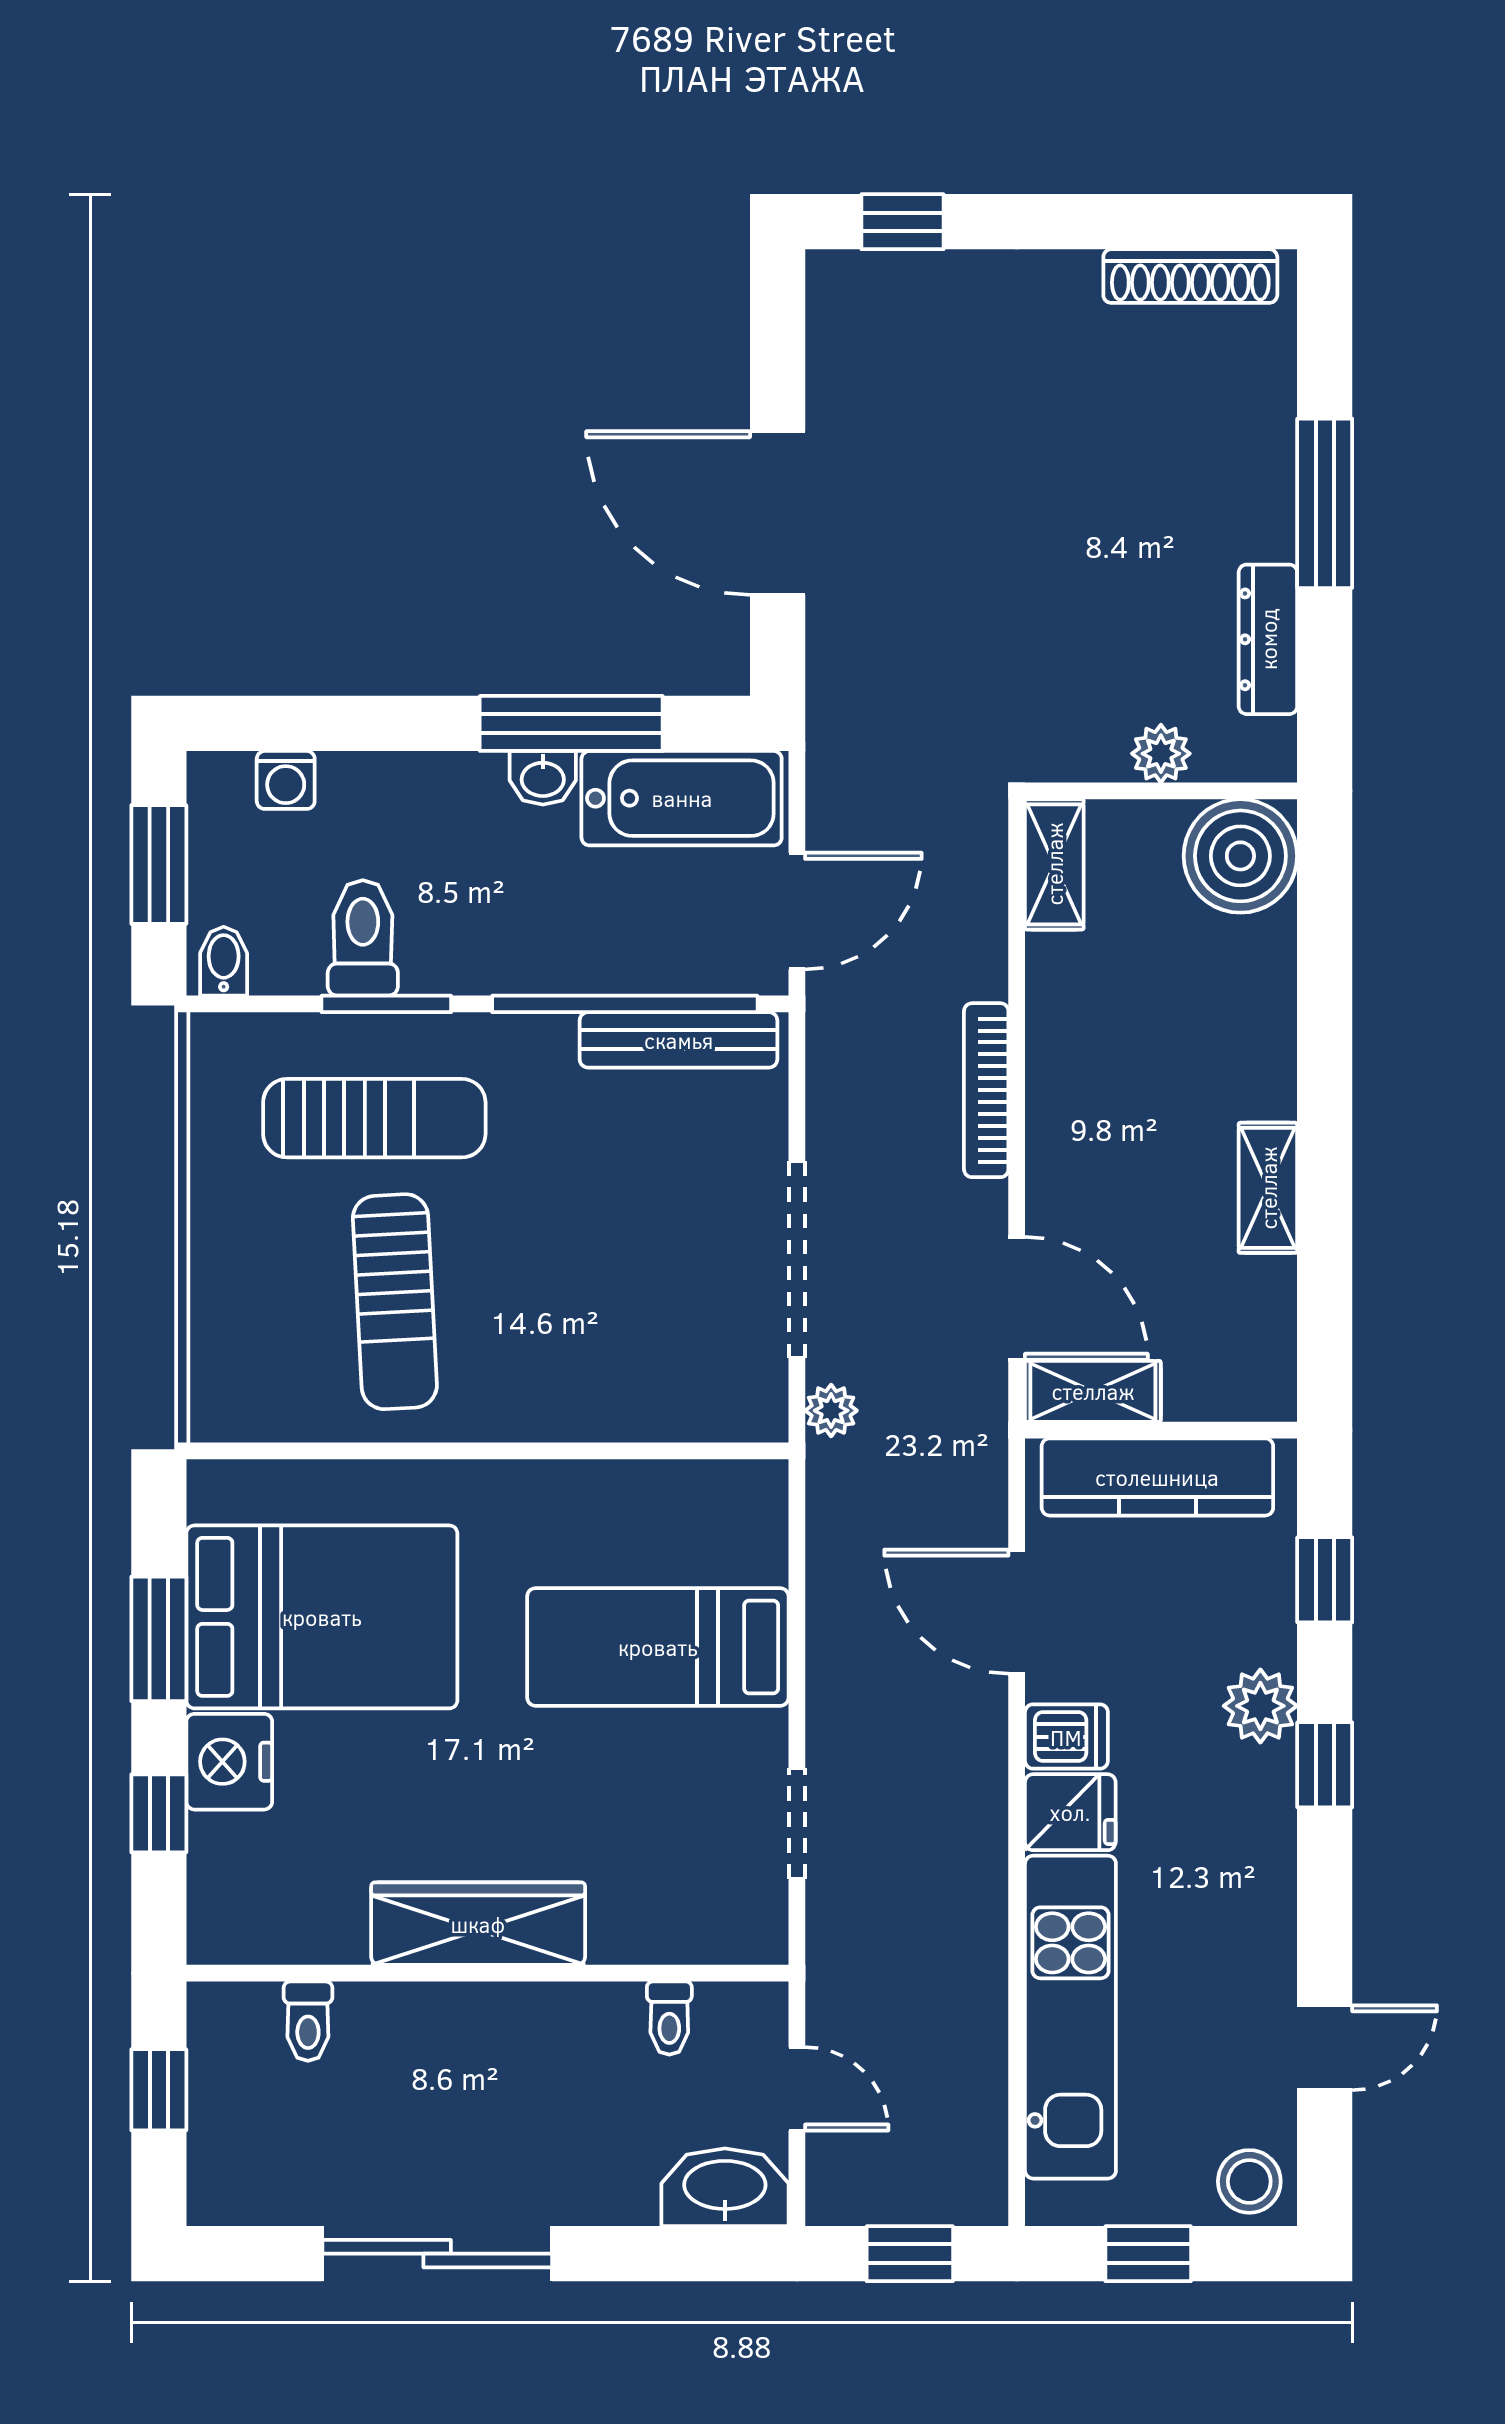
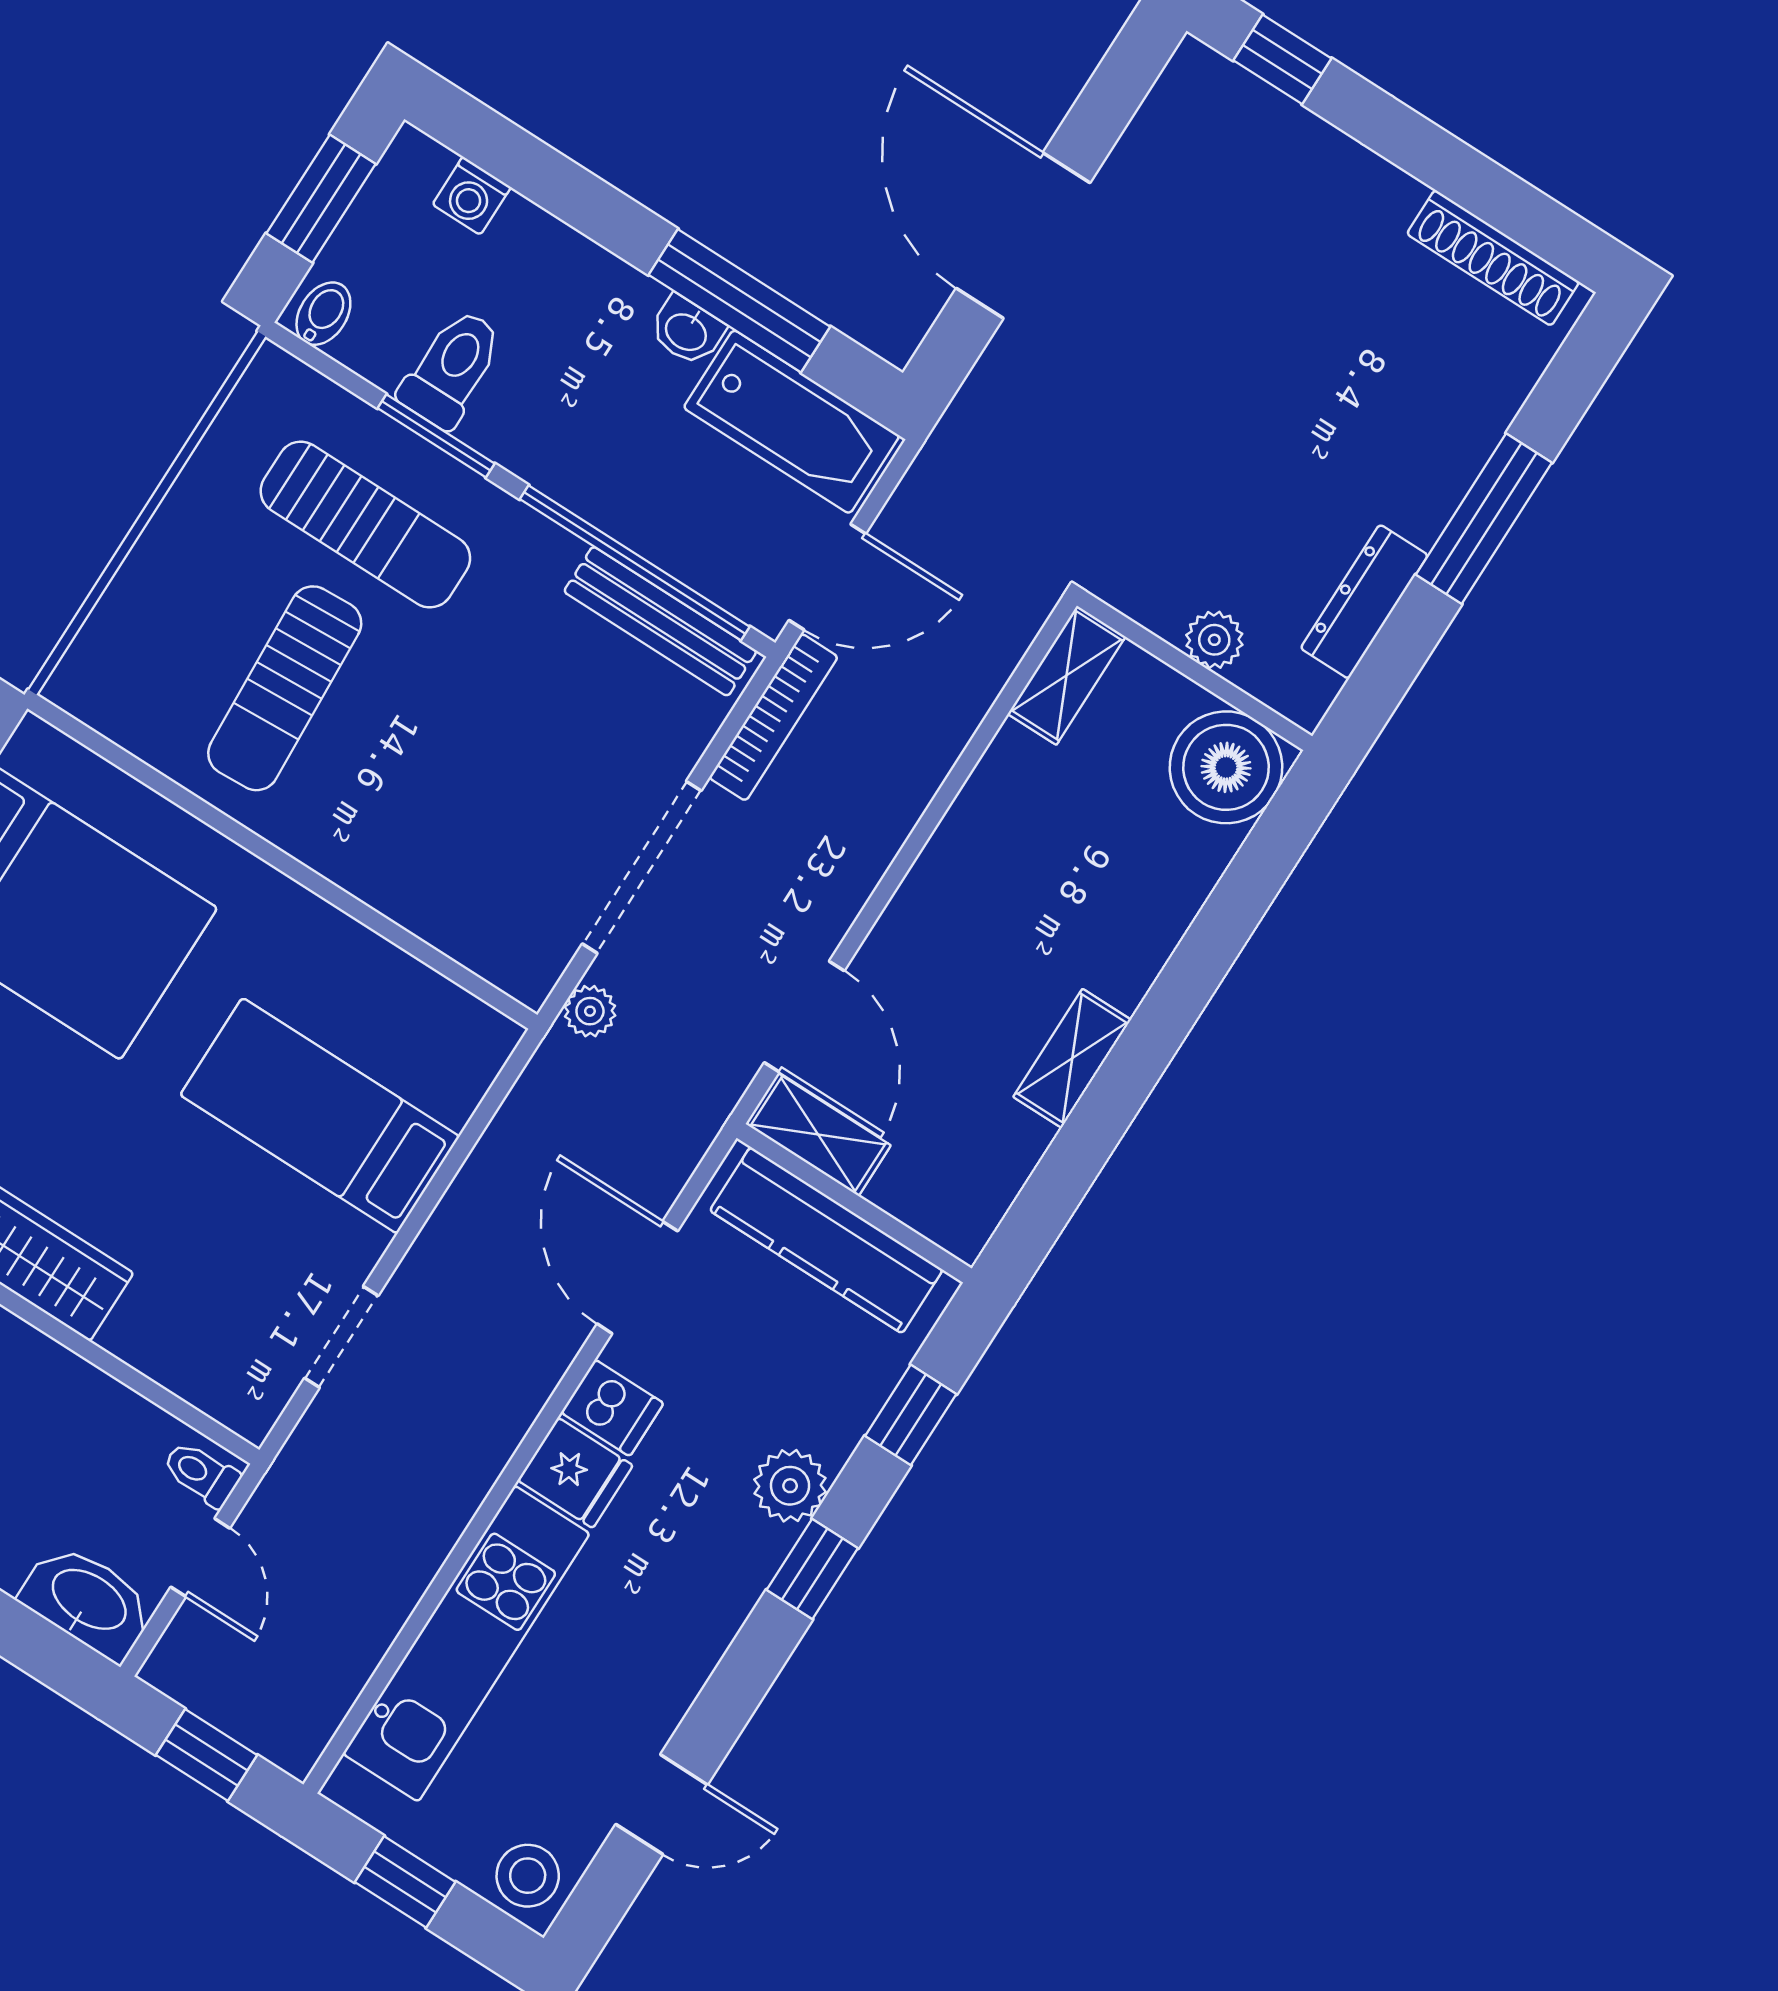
bookcase: (986, 1090) -> (773, 717), moved, turned 180
toilet: (669, 2018) -> (201, 1474), moved, turned 90

